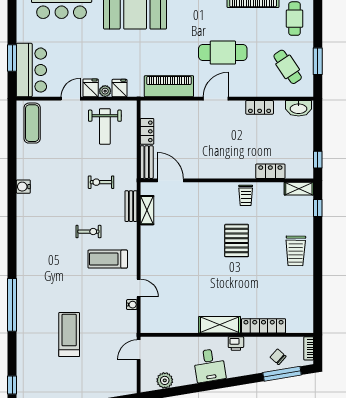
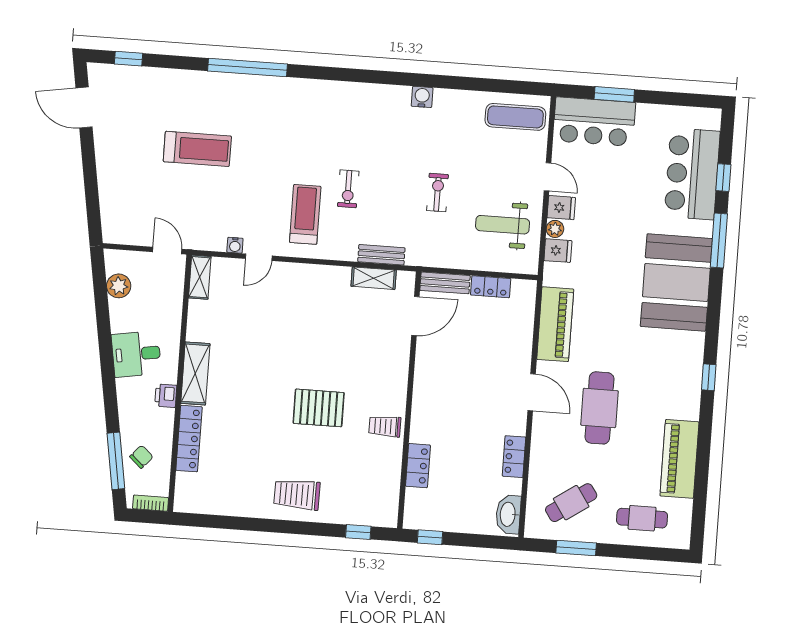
exercise bike: (101, 182) -> (438, 193), moved
shelving: (299, 189) -> (200, 277), moved

